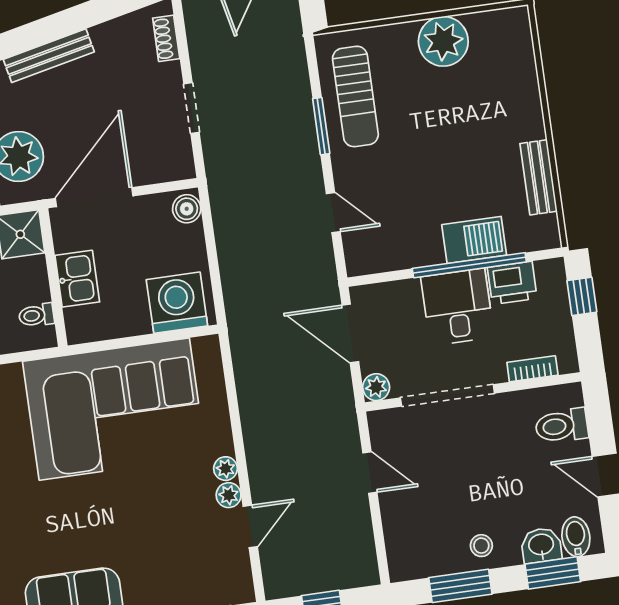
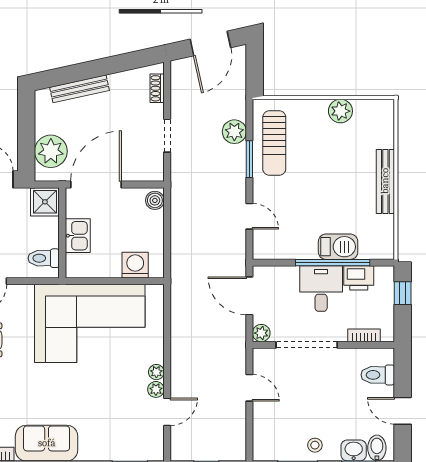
plant: (443, 41) -> (340, 111), width x0.73, depth x0.73
plant: (293, 88) -> (234, 132), added
bench: (539, 177) -> (385, 181), moved, width x1.36
washing machine: (177, 303) -> (135, 265), width x0.73, depth x0.73
toilet: (36, 315) -> (44, 258), width x1.37, depth x1.39

